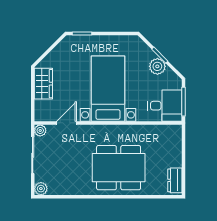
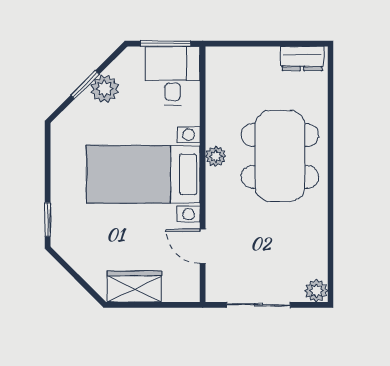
plant: (40, 130) -> (216, 156), moved

